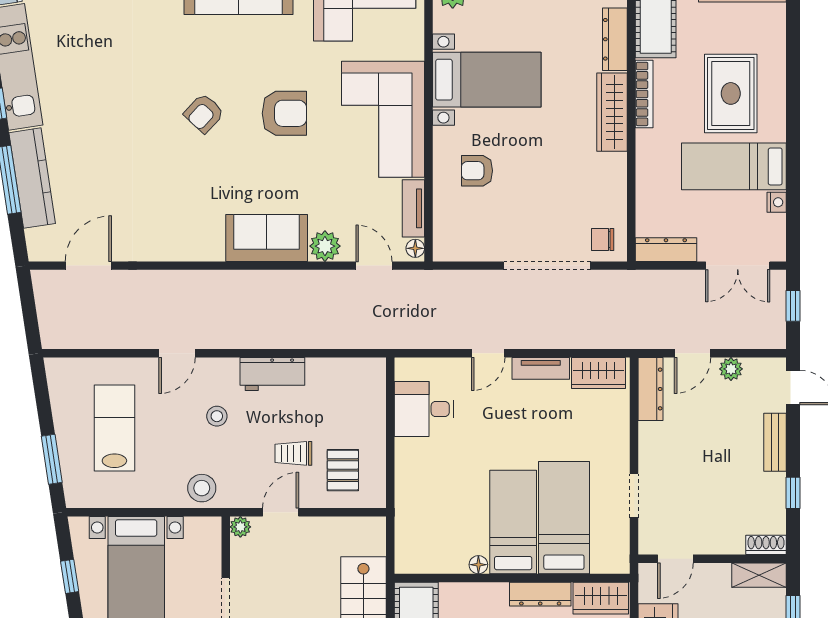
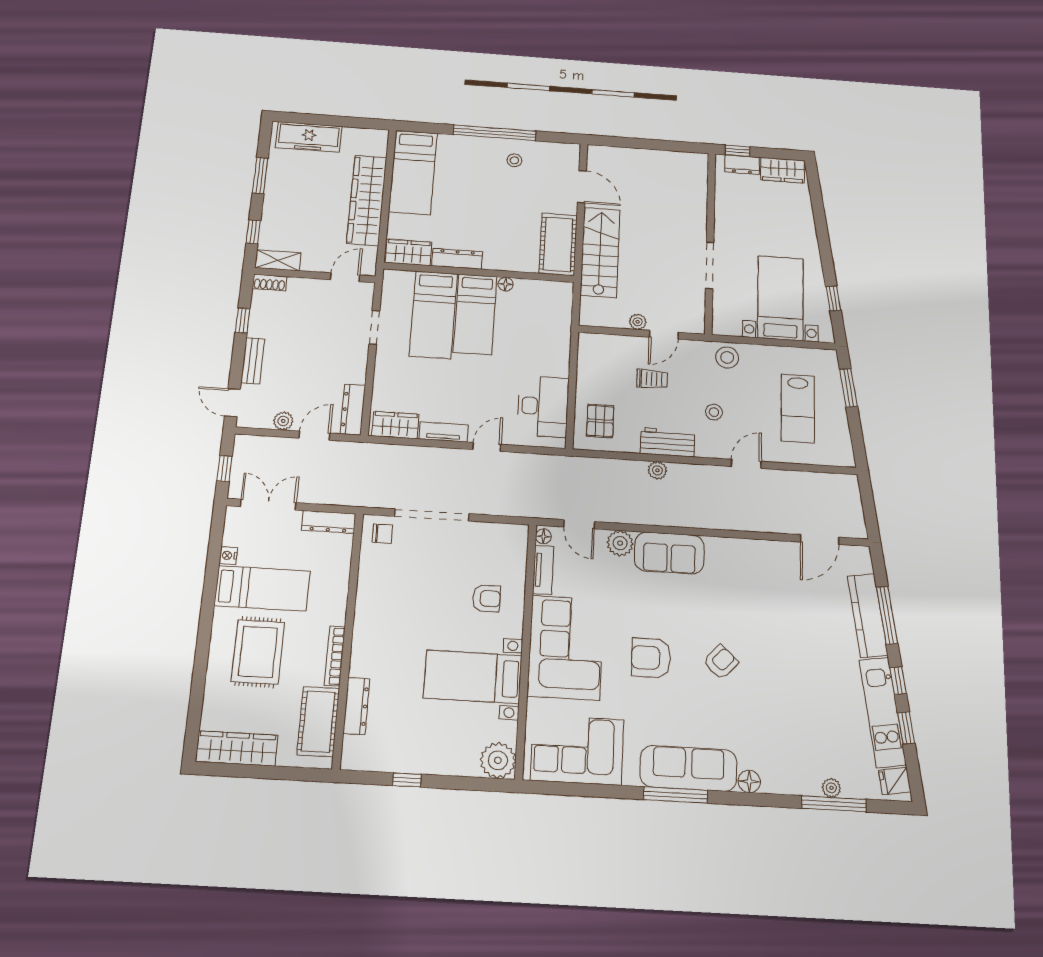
wardrobe: (612, 112) -> (365, 642), removed
plant: (284, 338) -> (657, 470), added
desk: (424, 409) -> (543, 406), width x1.37
pallet: (343, 470) -> (600, 421), moved
plant: (240, 527) -> (638, 322), moved

